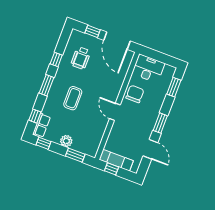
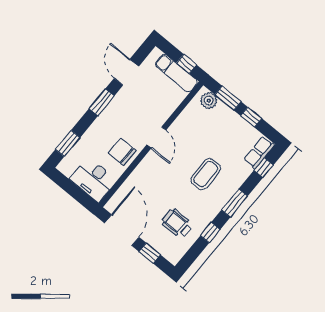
wheelchair: (81, 58) -> (177, 224), turned -90
chair: (135, 94) -> (122, 152), turned 90
plant: (66, 141) -> (209, 100), moved
window: (44, 143) -> (251, 117), moved

